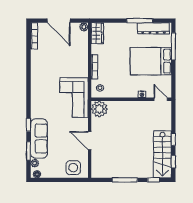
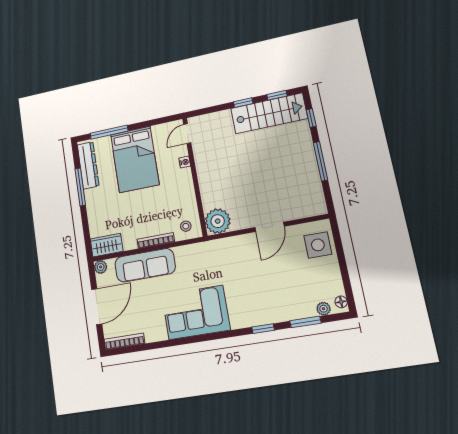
corner sofa: (74, 97) -> (196, 312), moved, turned 180
sofa: (39, 139) -> (145, 265), moved, turned 180

